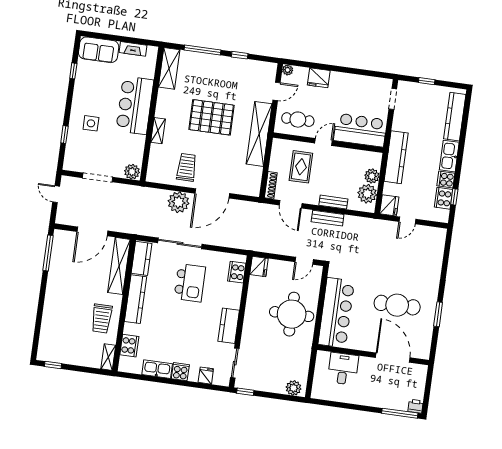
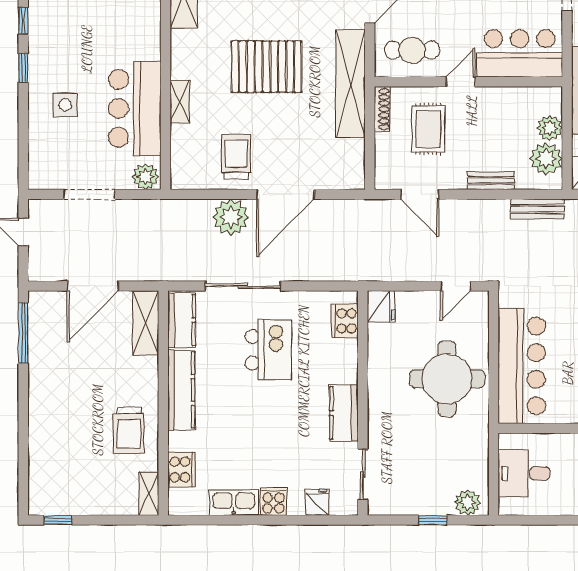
bar counter: (135, 105) -> (135, 108), moved
window: (64, 134) -> (23, 68), moved
shoe rack: (271, 185) -> (382, 109), moved
bench: (328, 218) -> (537, 209), moved
shelving: (119, 266) -> (146, 323), width x0.68
desk: (343, 369) -> (524, 473), moved, turned -90
window: (245, 392) -> (433, 520), moved

